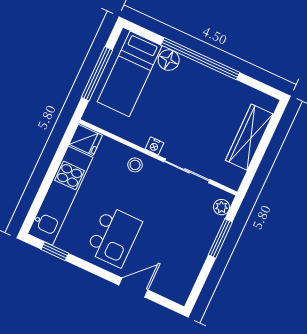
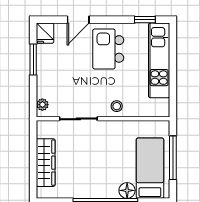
fridge: (86, 140) -> (45, 33), moved, turned -90
nightstand: (154, 146) -> (109, 126), removed
window: (220, 239) -> (33, 60), moved

